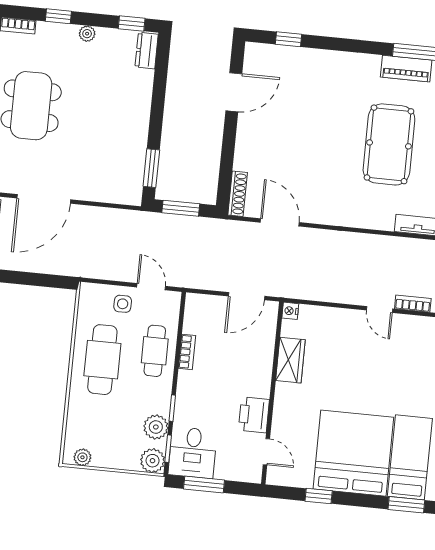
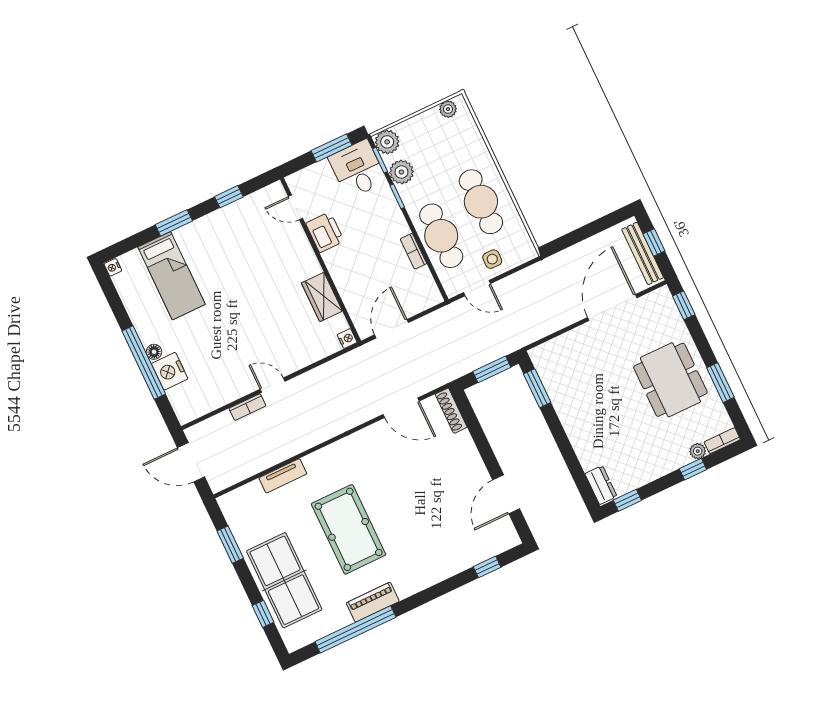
plant: (87, 34) -> (698, 451), moved
cafe table: (155, 351) -> (441, 236), width x1.37, depth x1.35
bed: (353, 453) -> (221, 251), removed
window: (406, 505) -> (174, 223), moved

